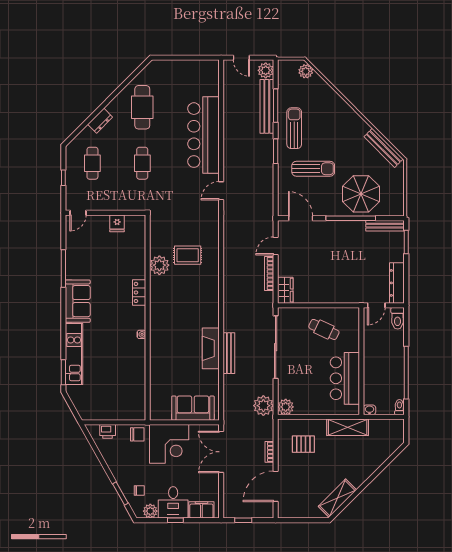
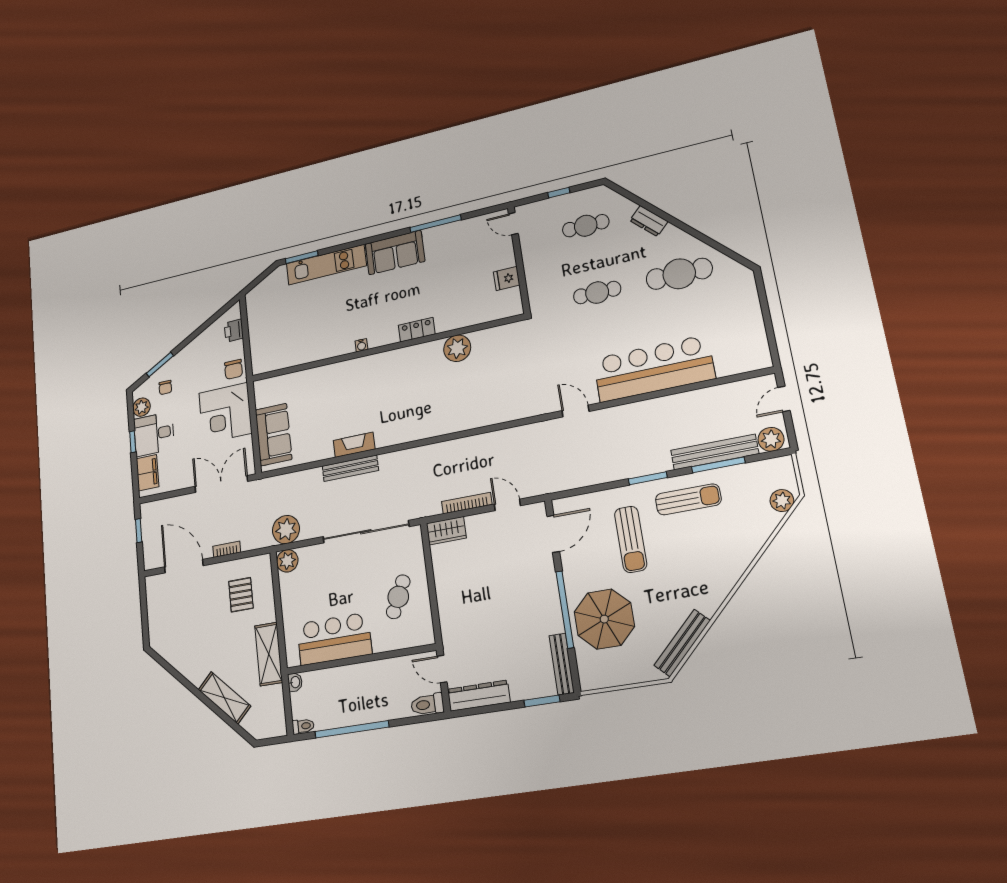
rug: (188, 255) -> (476, 383), removed
fireplace: (211, 348) -> (354, 445), width x0.73, depth x0.76
shelving: (337, 498) -> (224, 698), moved

